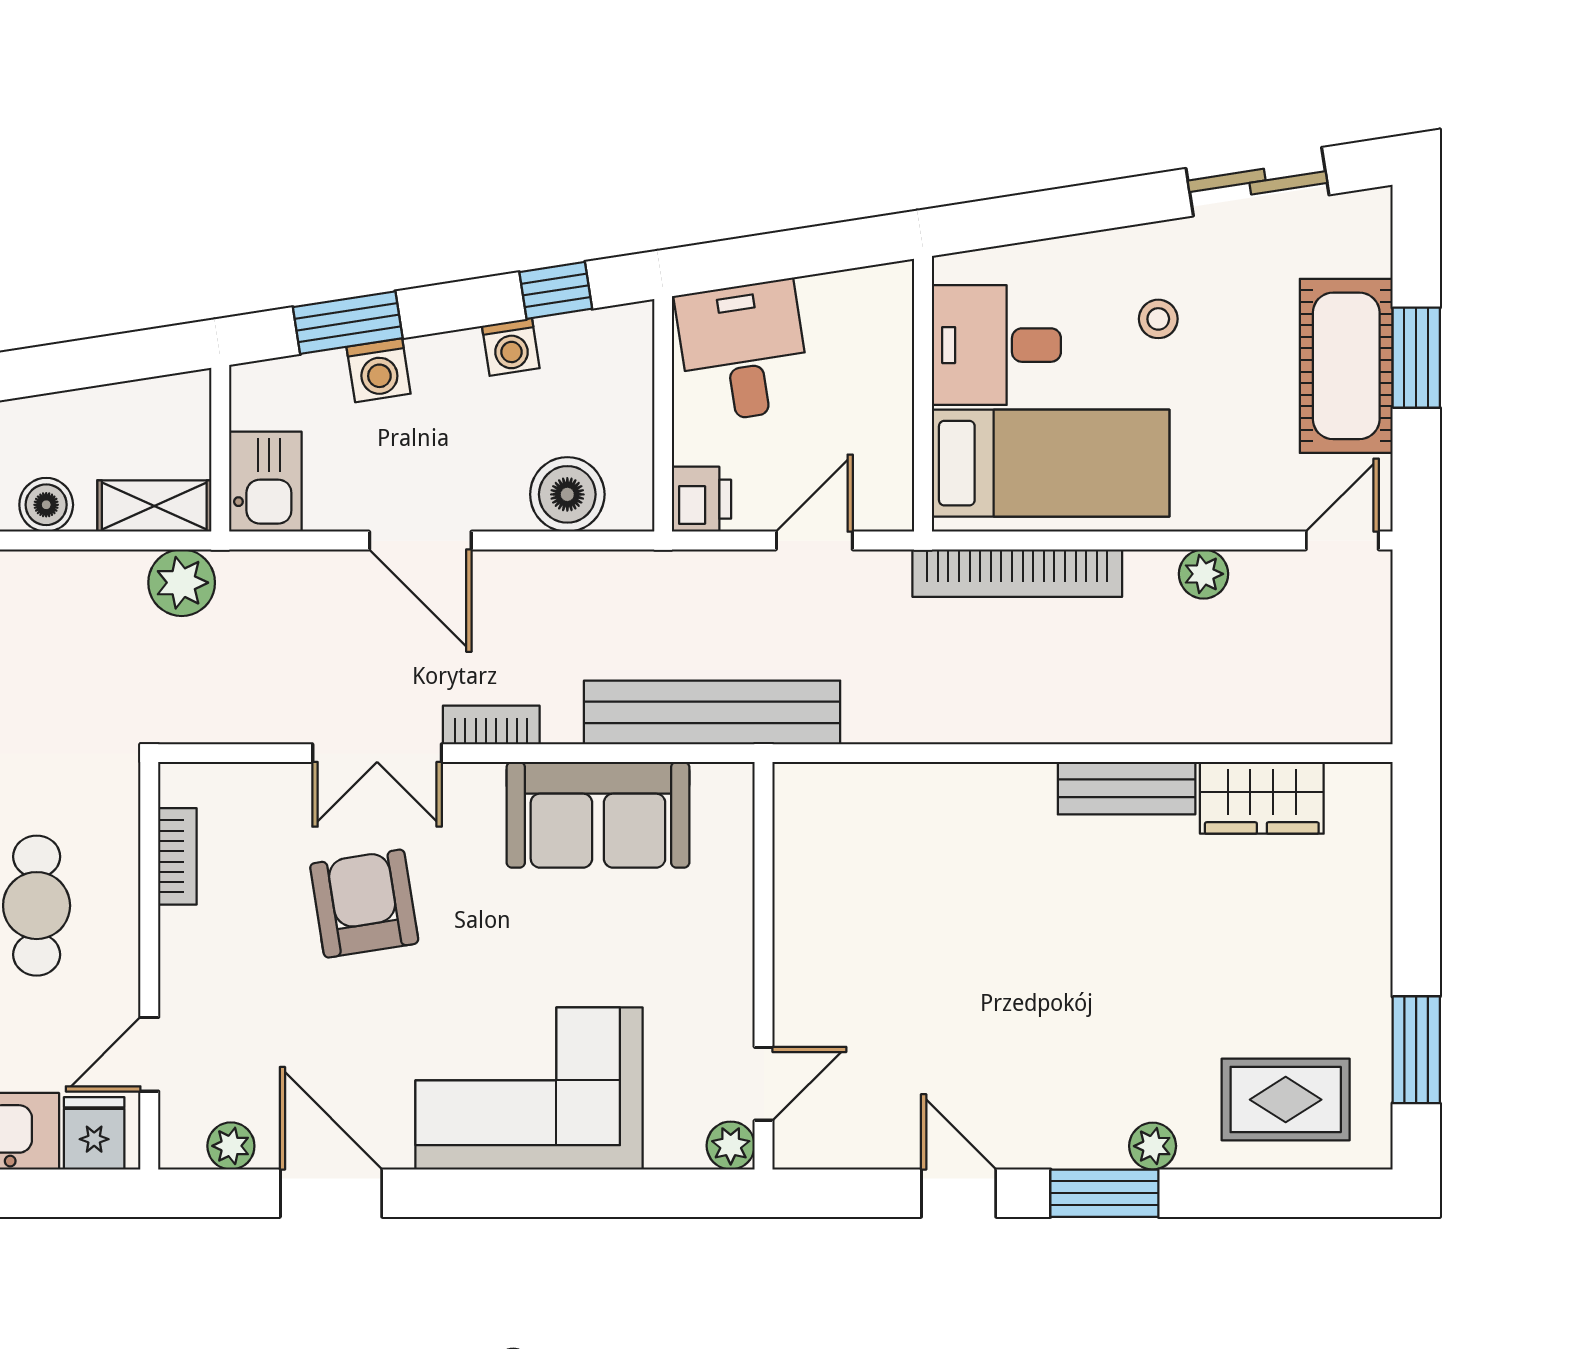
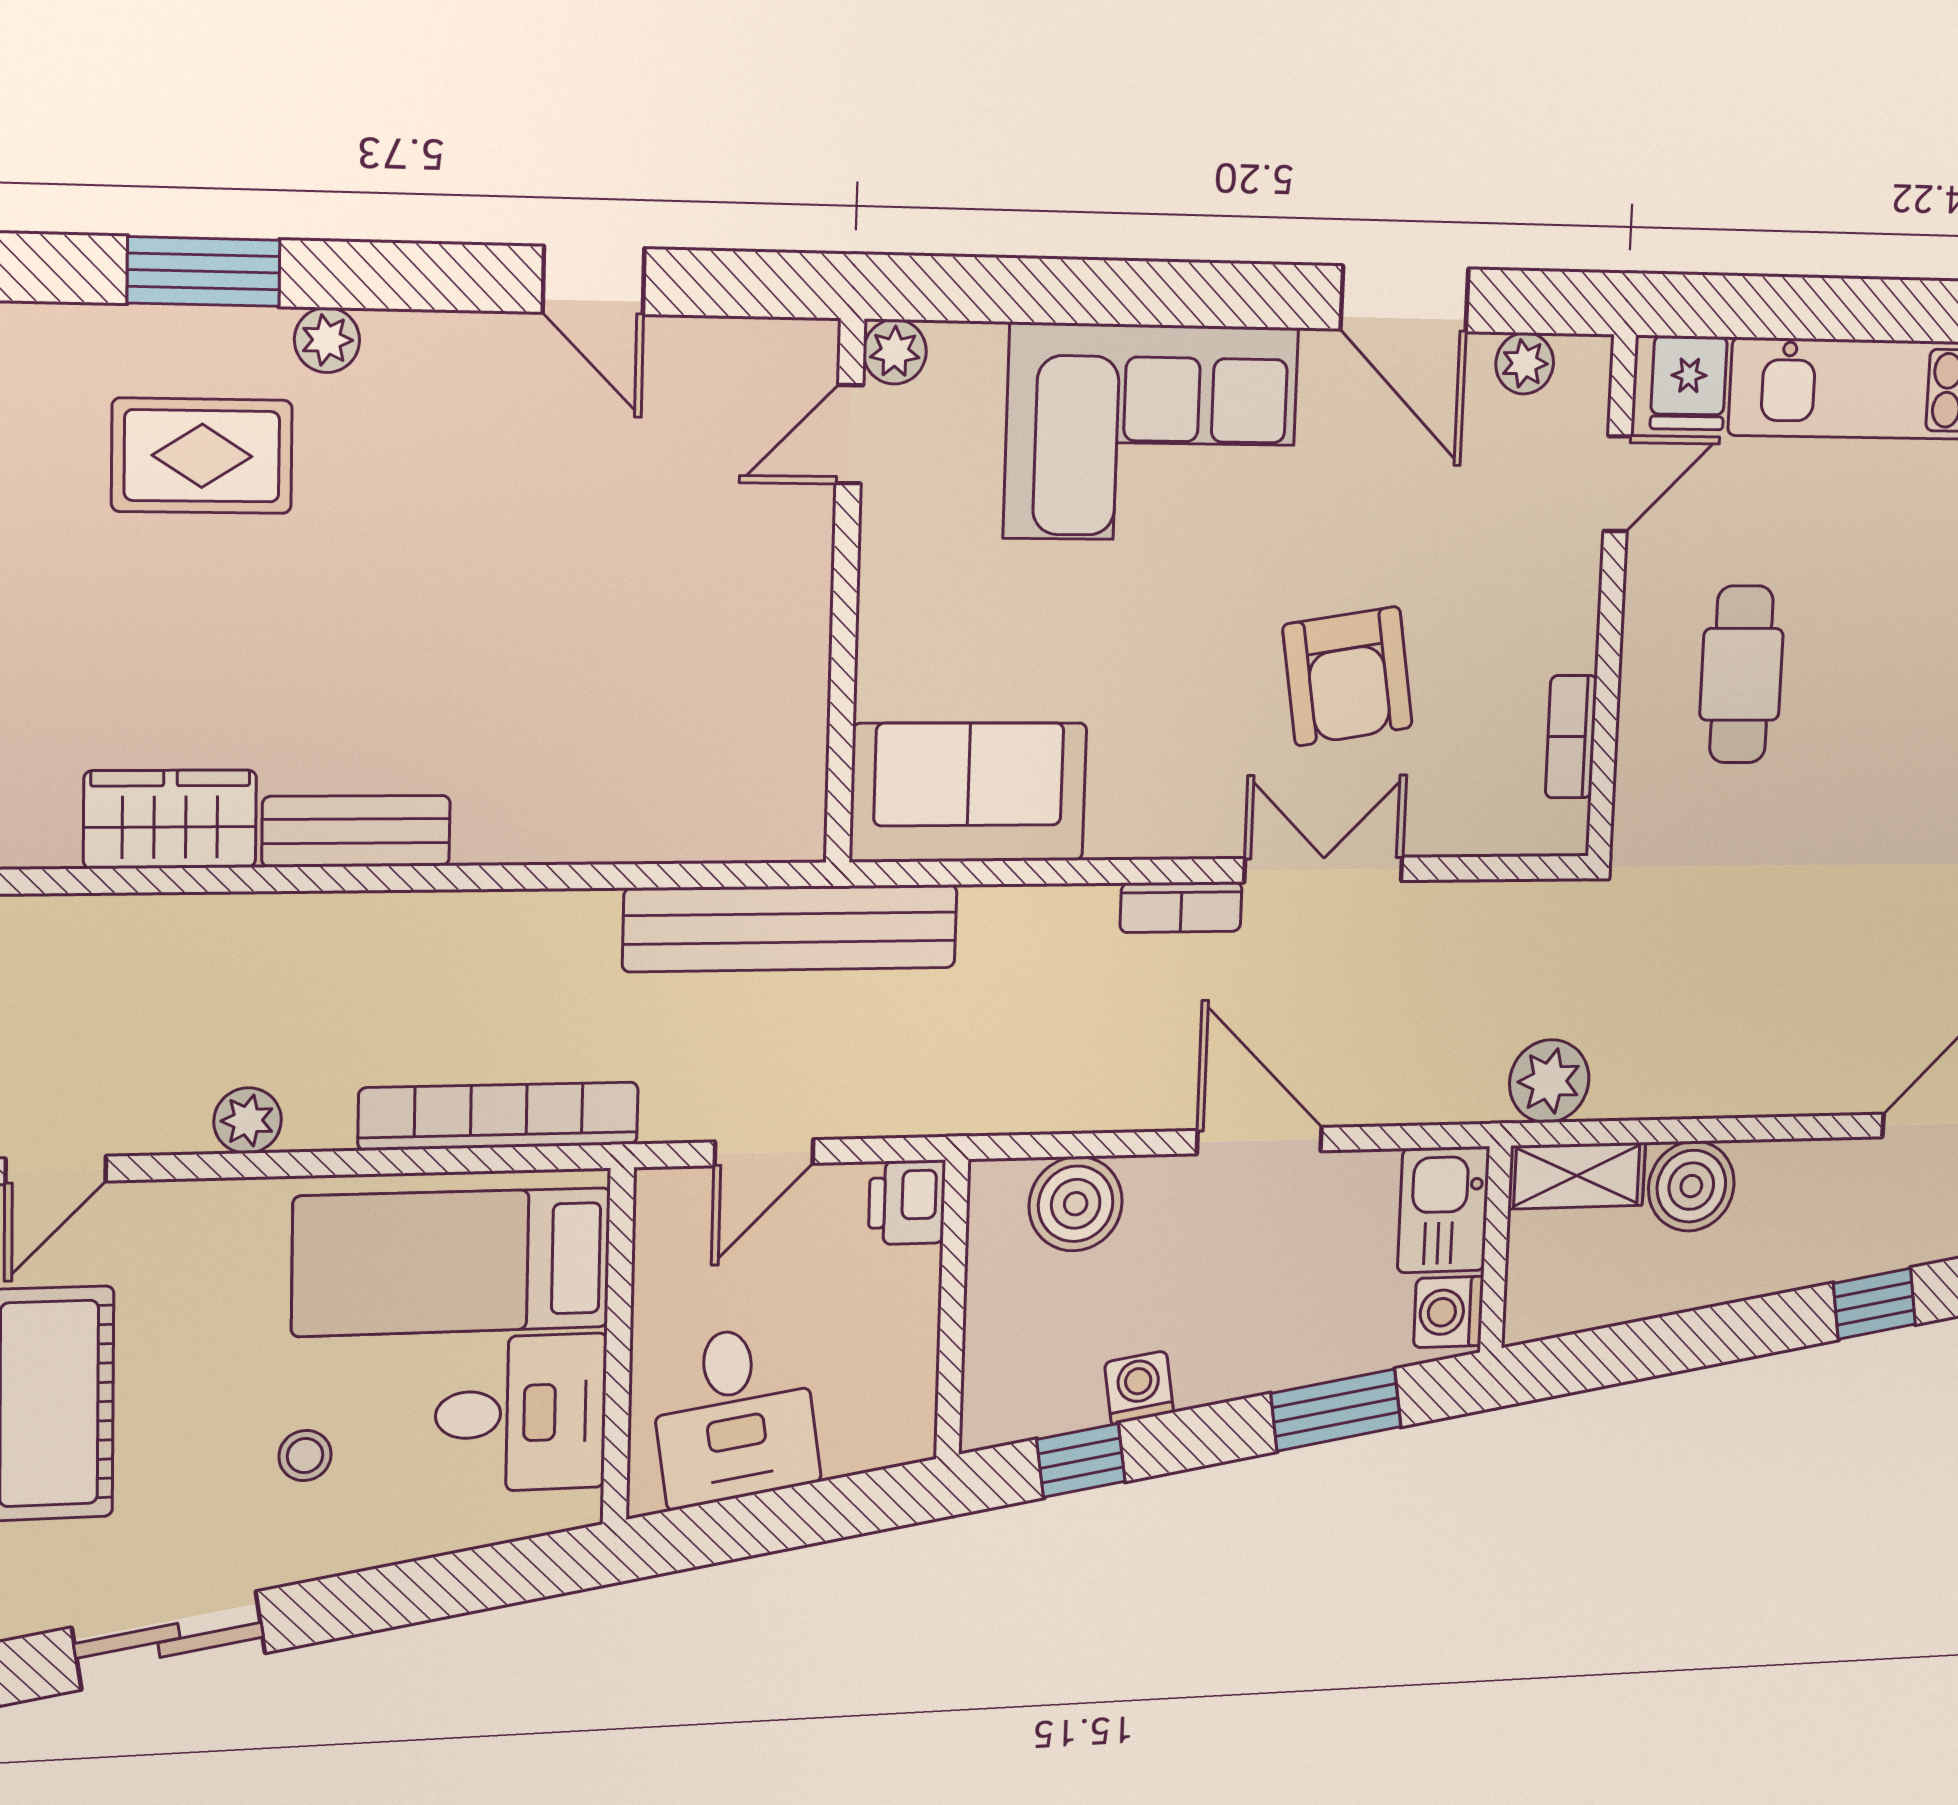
desk: (743, 351) -> (734, 1415), moved
washing machine: (379, 370) -> (1449, 1312), moved, turned -81
boiler: (46, 505) -> (1691, 1186), width x1.36, depth x1.36
bench: (712, 712) -> (791, 928), moved
sofa: (598, 815) -> (968, 792), moved
rug: (1286, 1100) -> (202, 456), moved
window: (1104, 1193) -> (204, 271), moved

